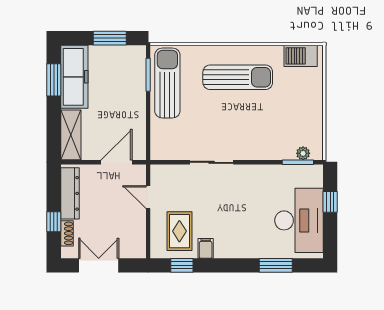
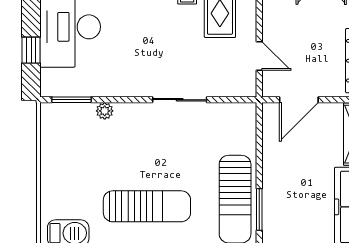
sun lounger: (238, 77) -> (147, 206), turned 180
plant: (303, 153) -> (105, 111), moved

